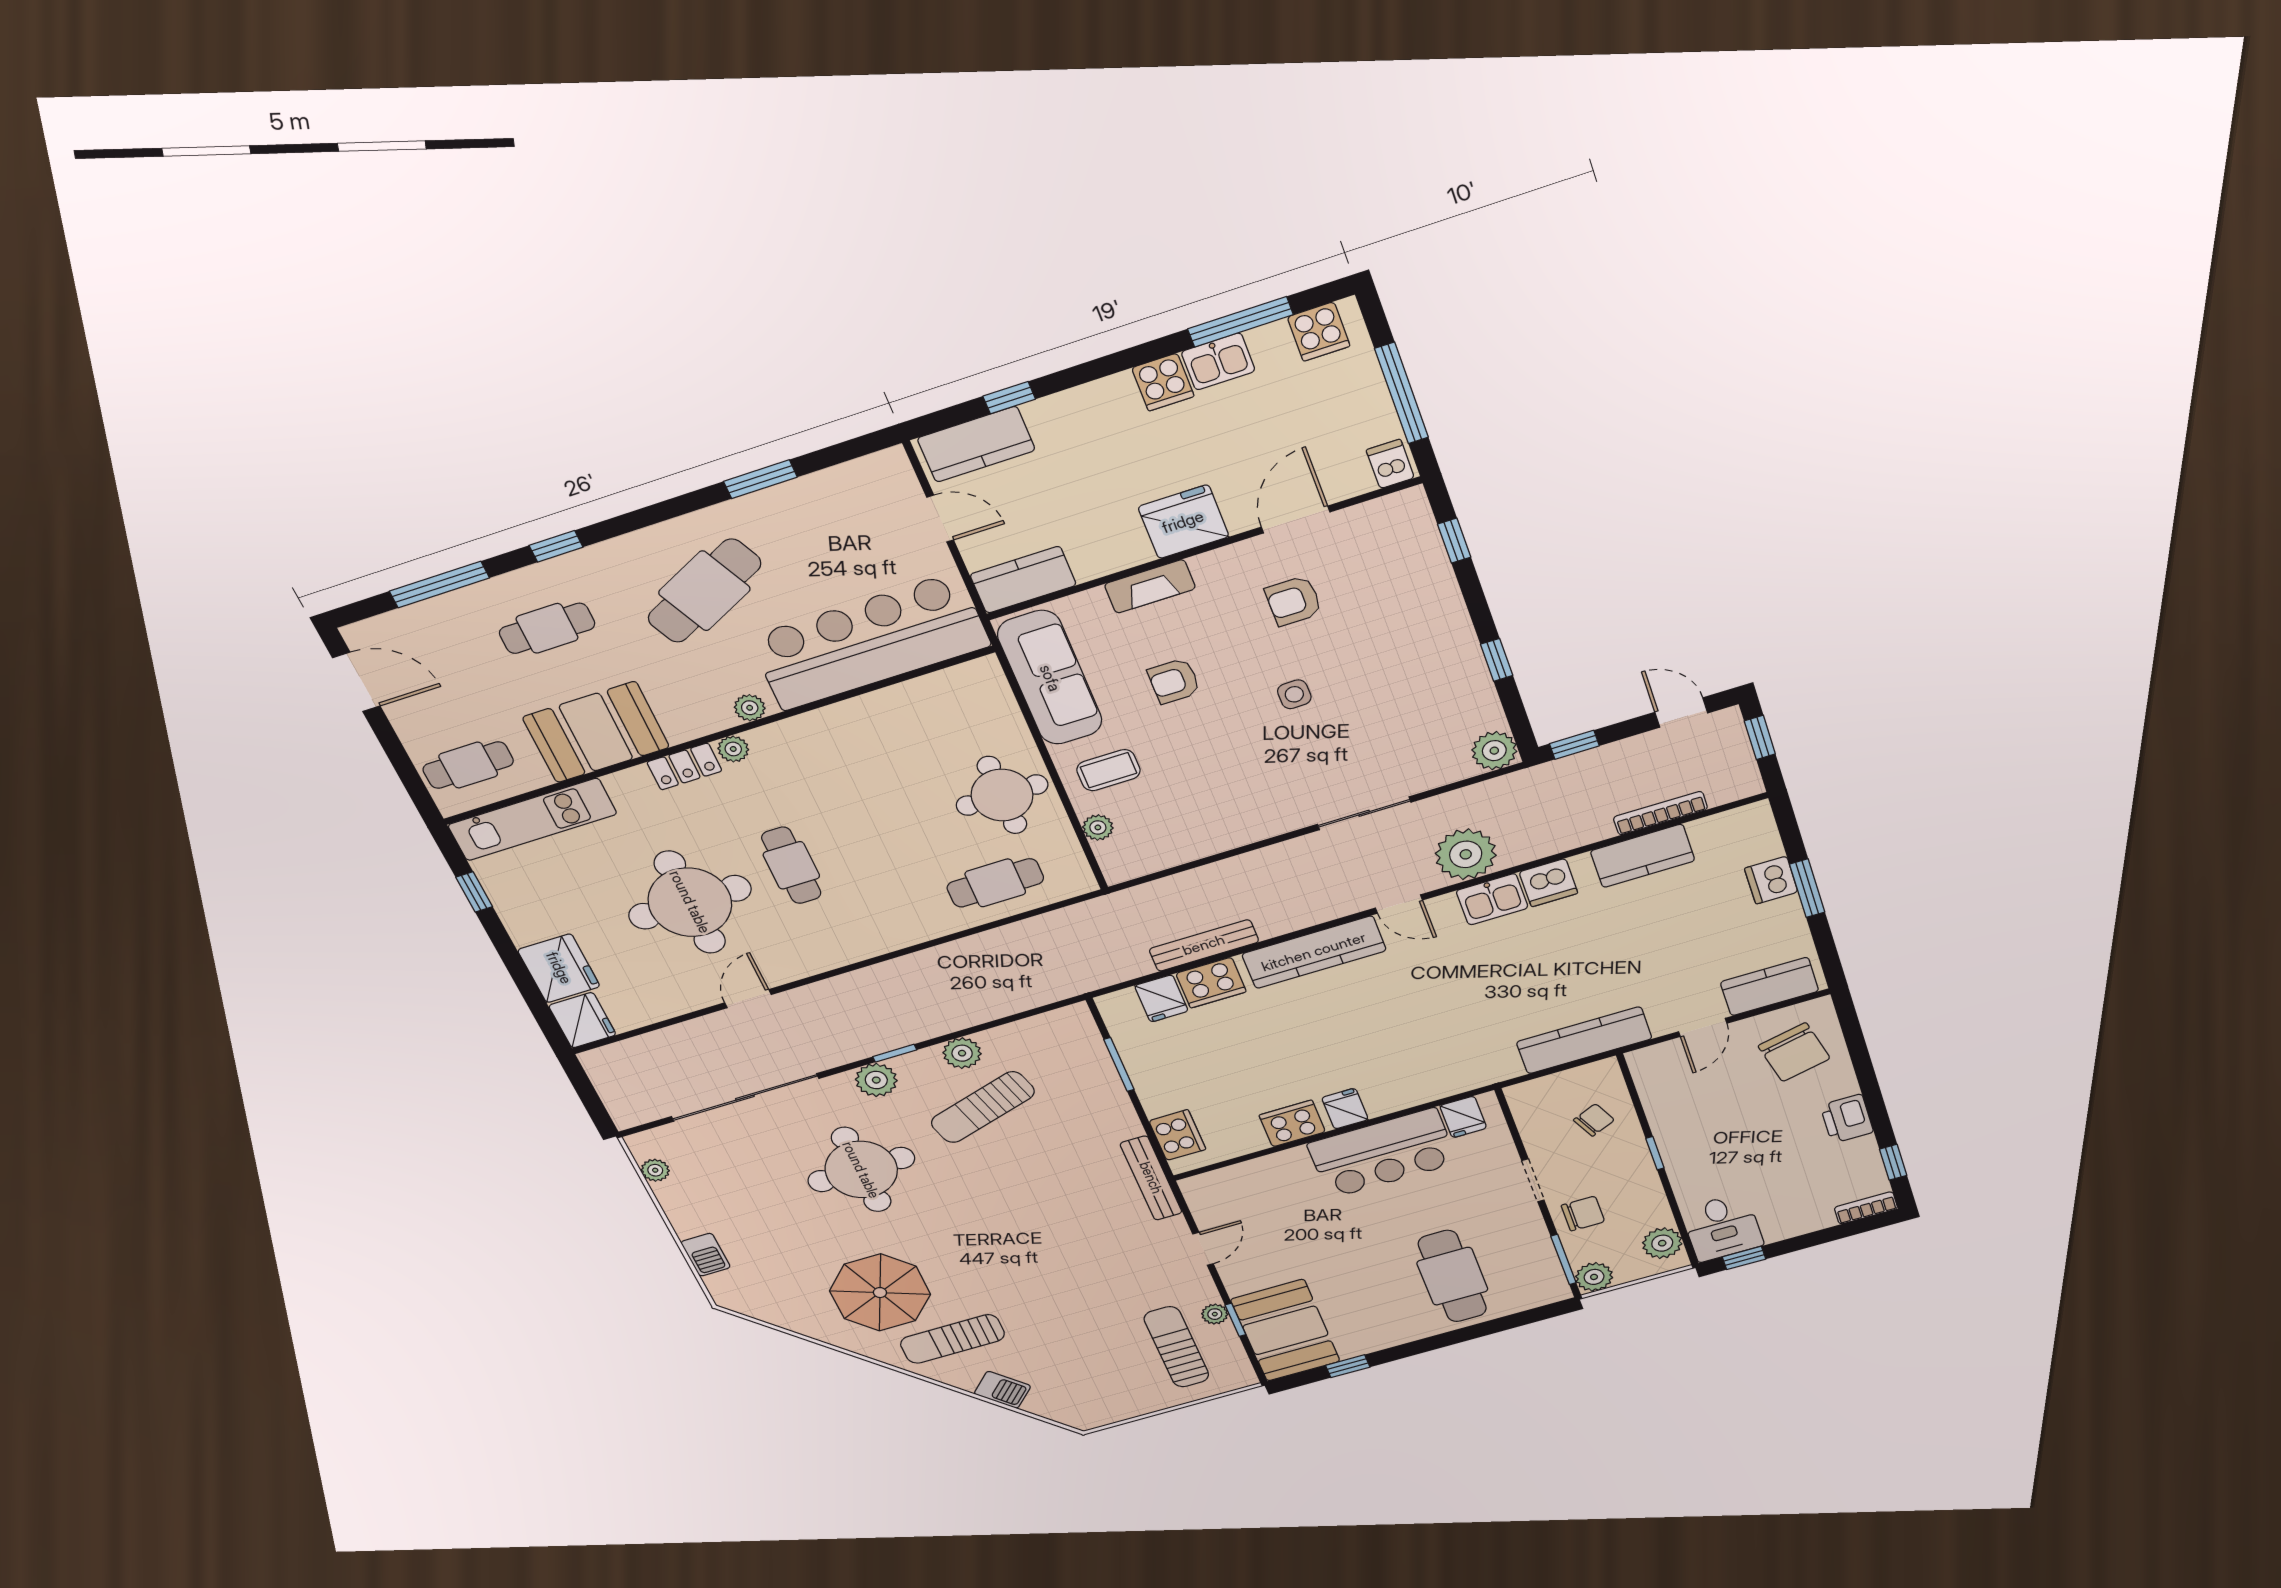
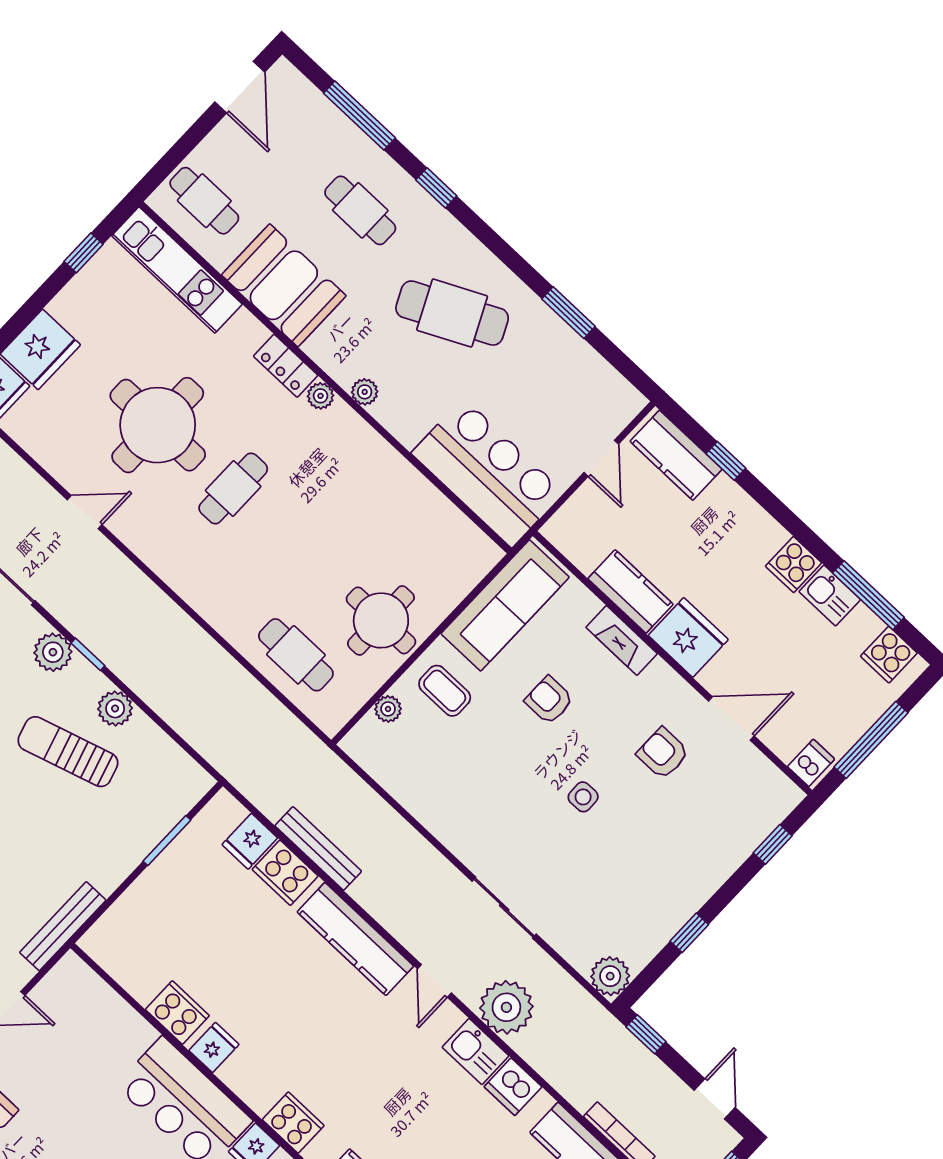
kitchen counter: (1023, 580) -> (631, 591), moved
bar counter: (870, 642) -> (487, 473), width x0.73
cooker: (1177, 1135) -> (293, 1123), moved, turned -90

